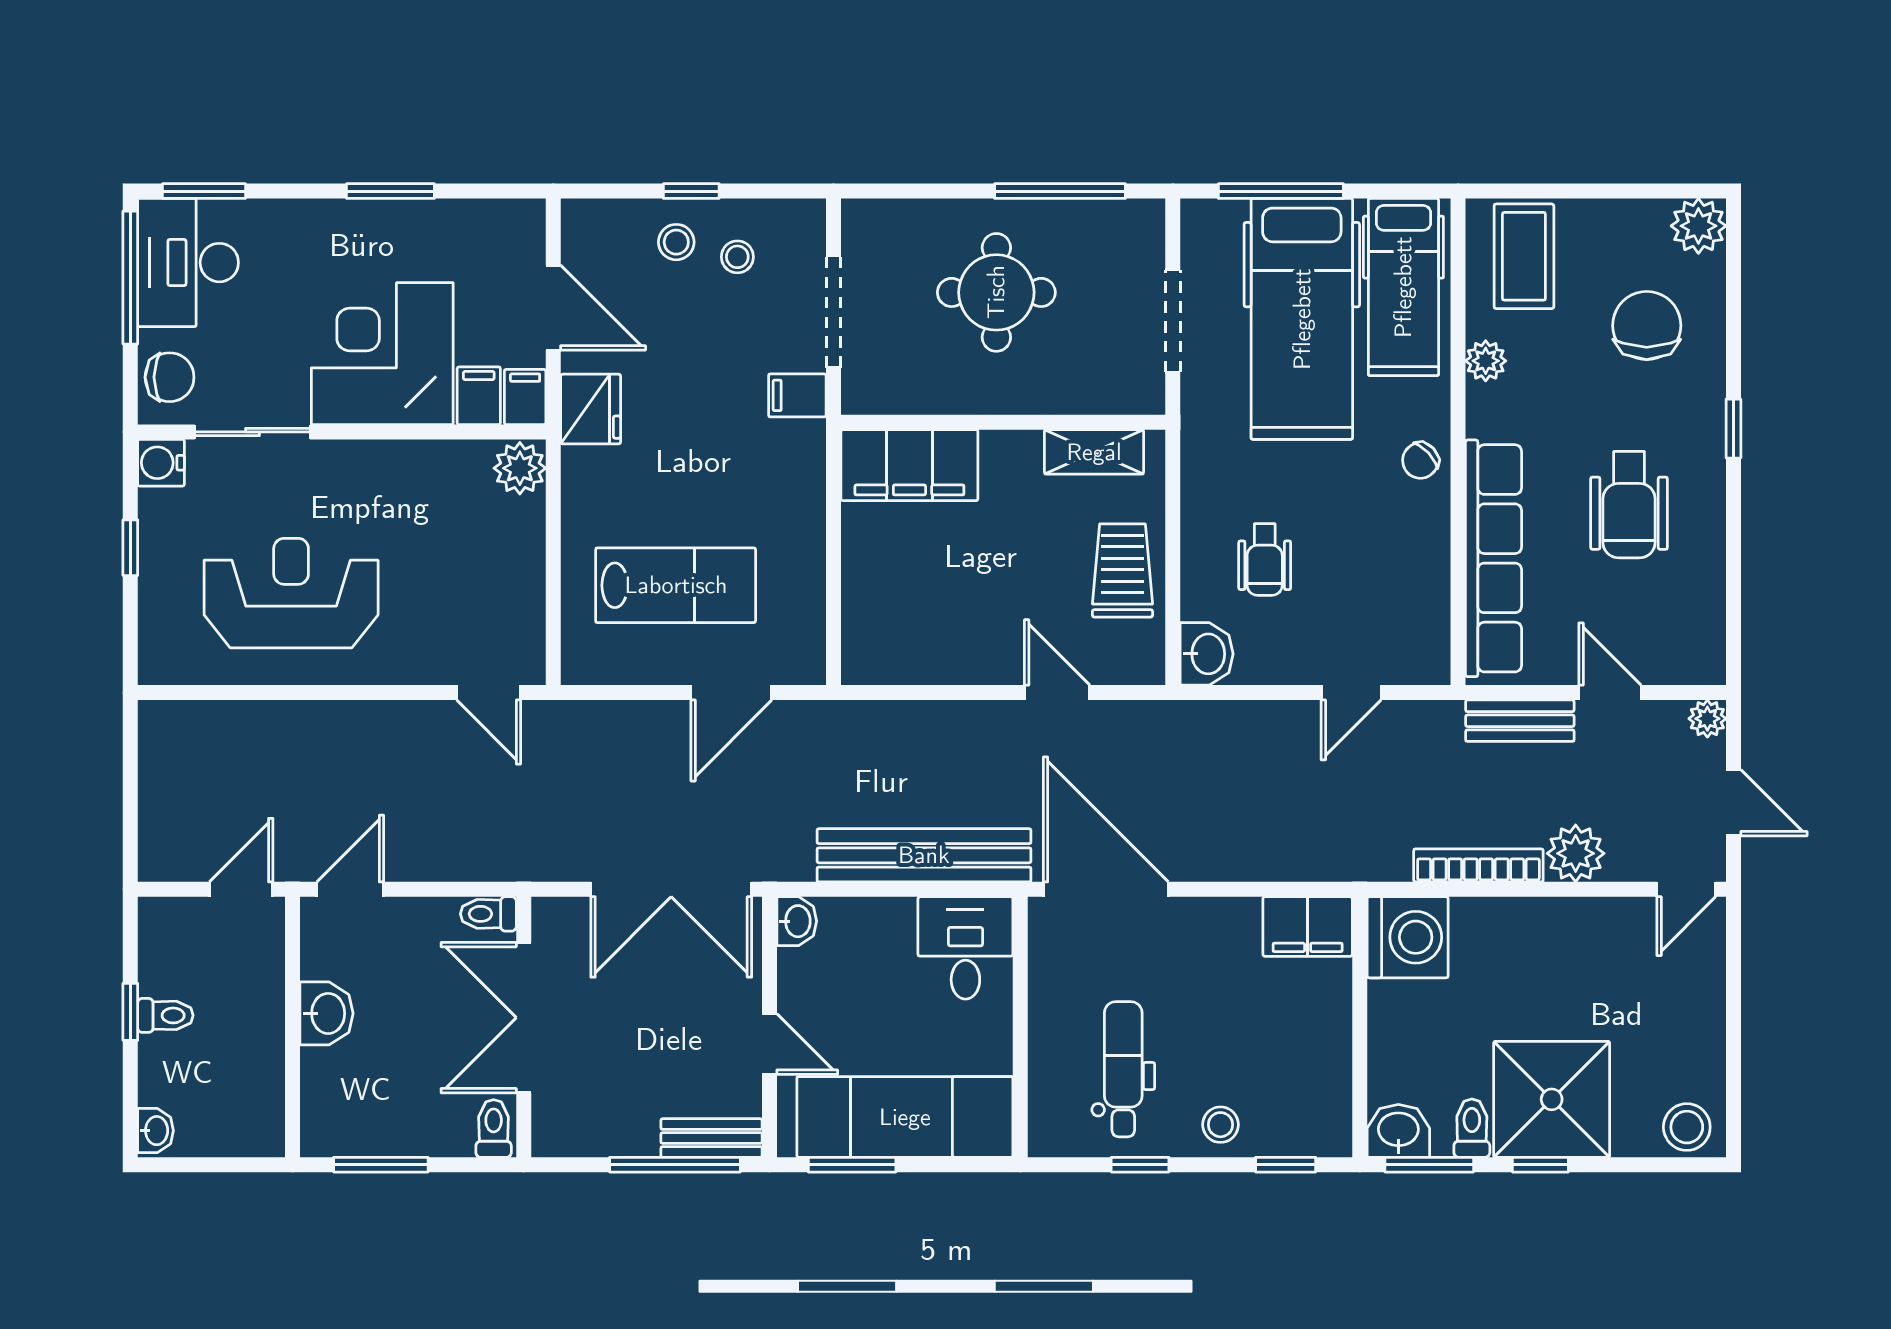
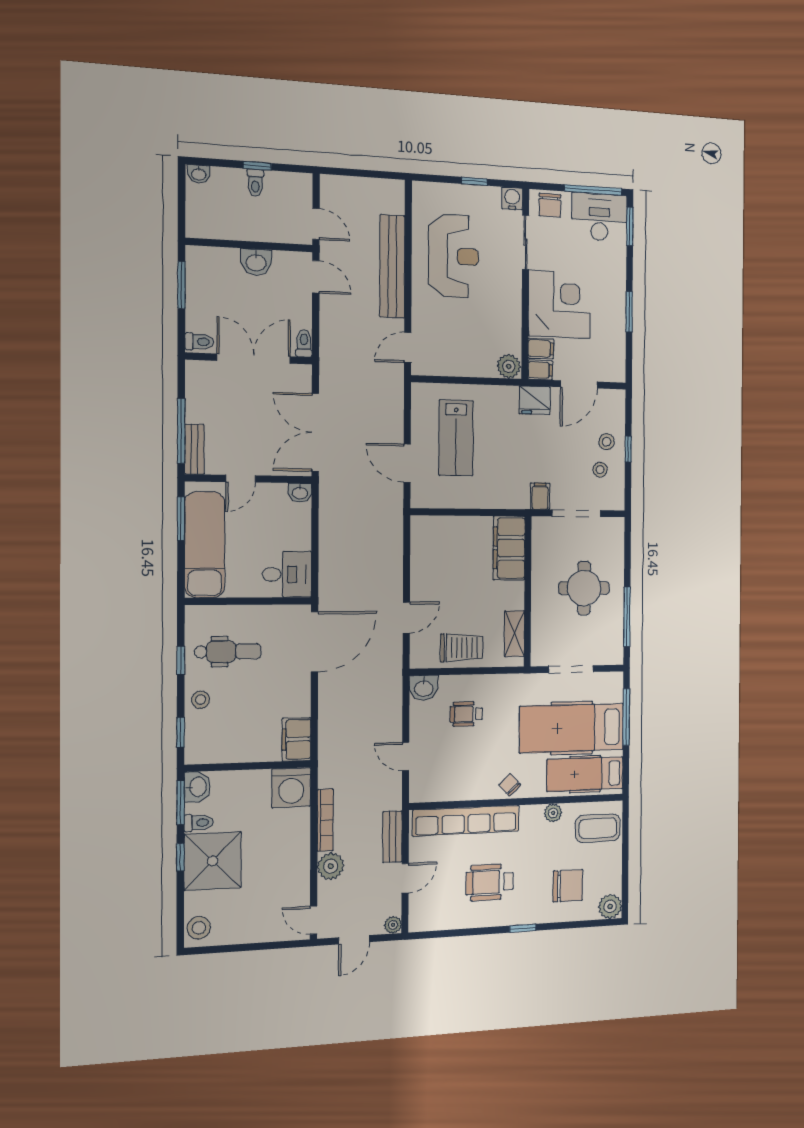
bench: (924, 855) -> (392, 266), moved

